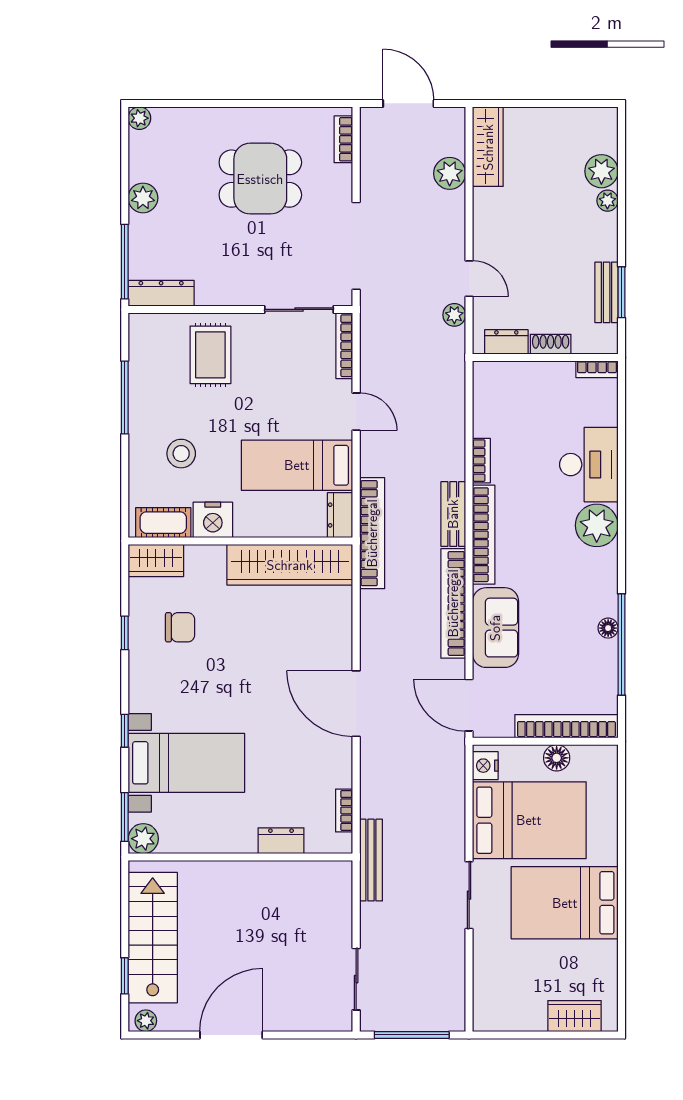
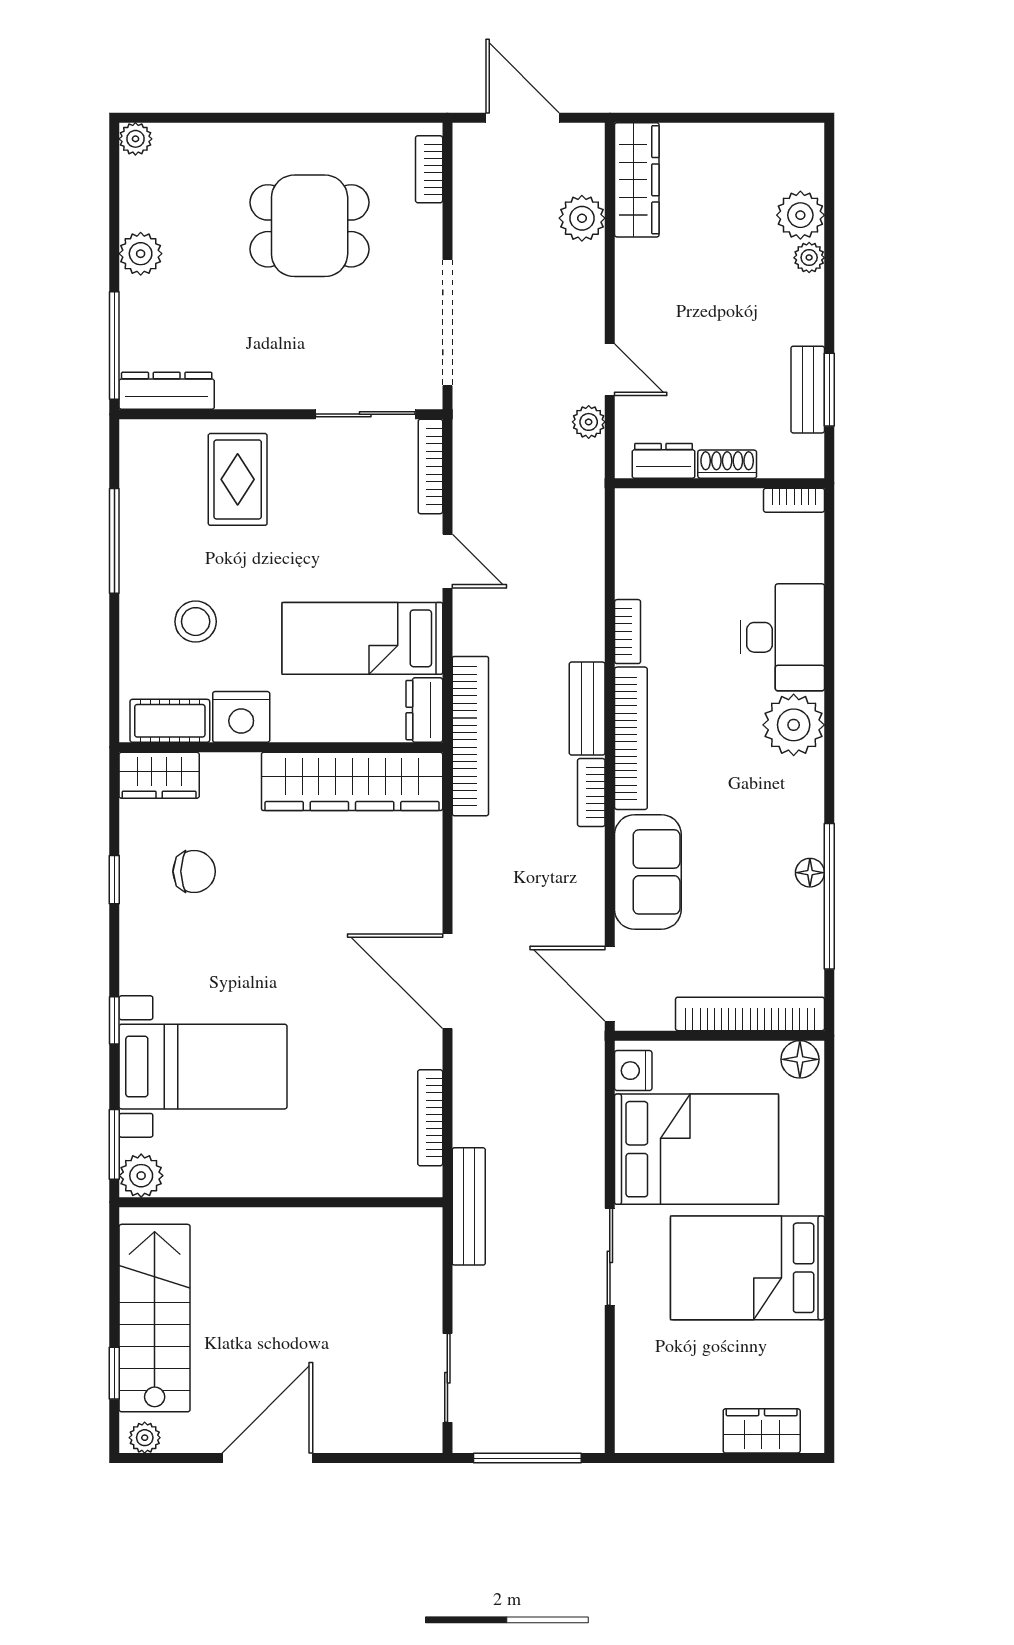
bookcase: (453, 603) -> (591, 793), width x0.43, depth x0.76
floor lamp: (557, 758) -> (800, 1059), moved
bookcase: (344, 810) -> (430, 1118), width x1.56
dresser: (281, 841) -> (339, 1179), removed

